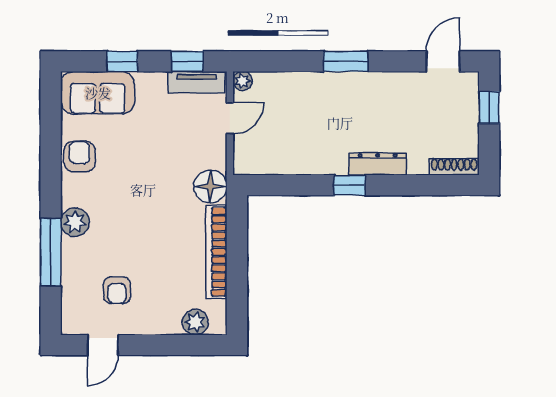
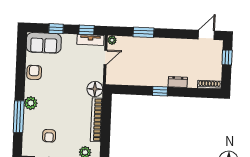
window: (346, 61) -> (144, 32), moved
dresser: (378, 164) -> (178, 82), width x0.70

